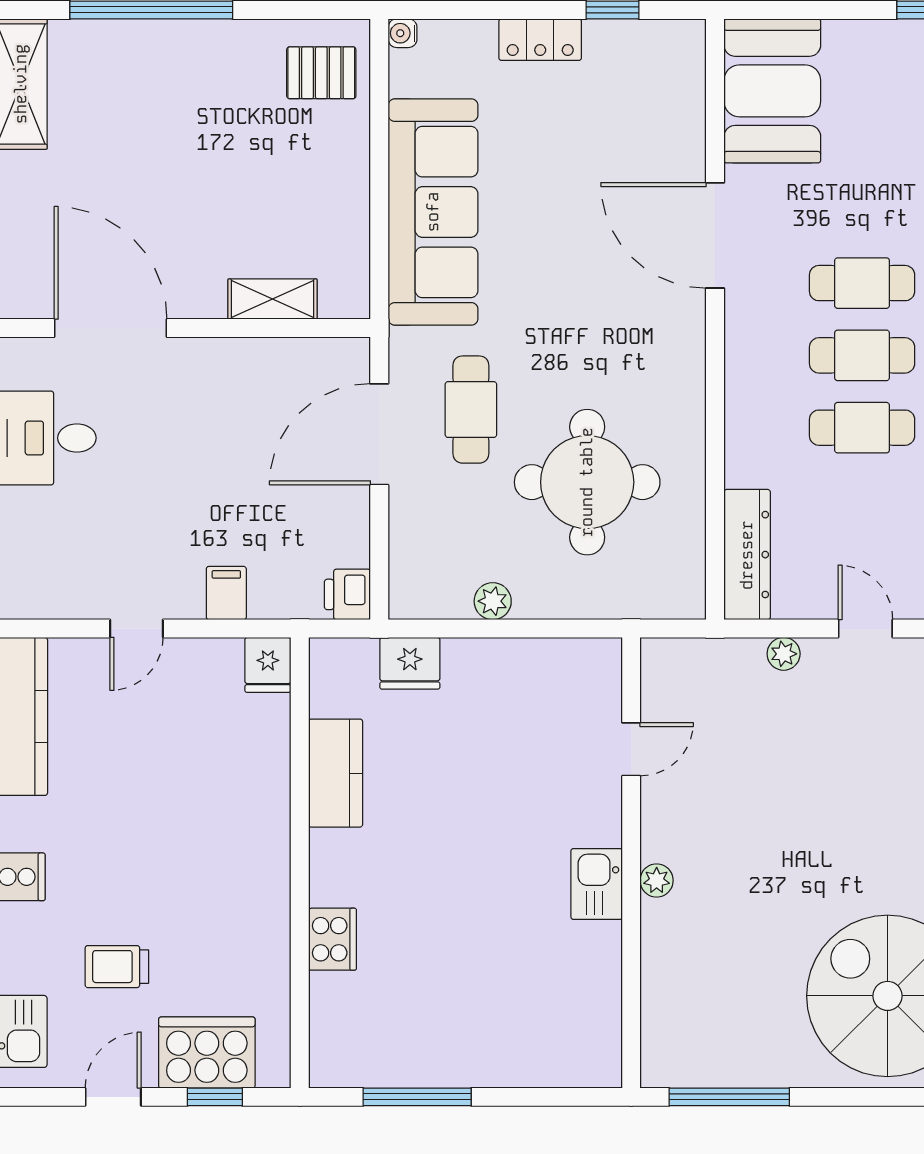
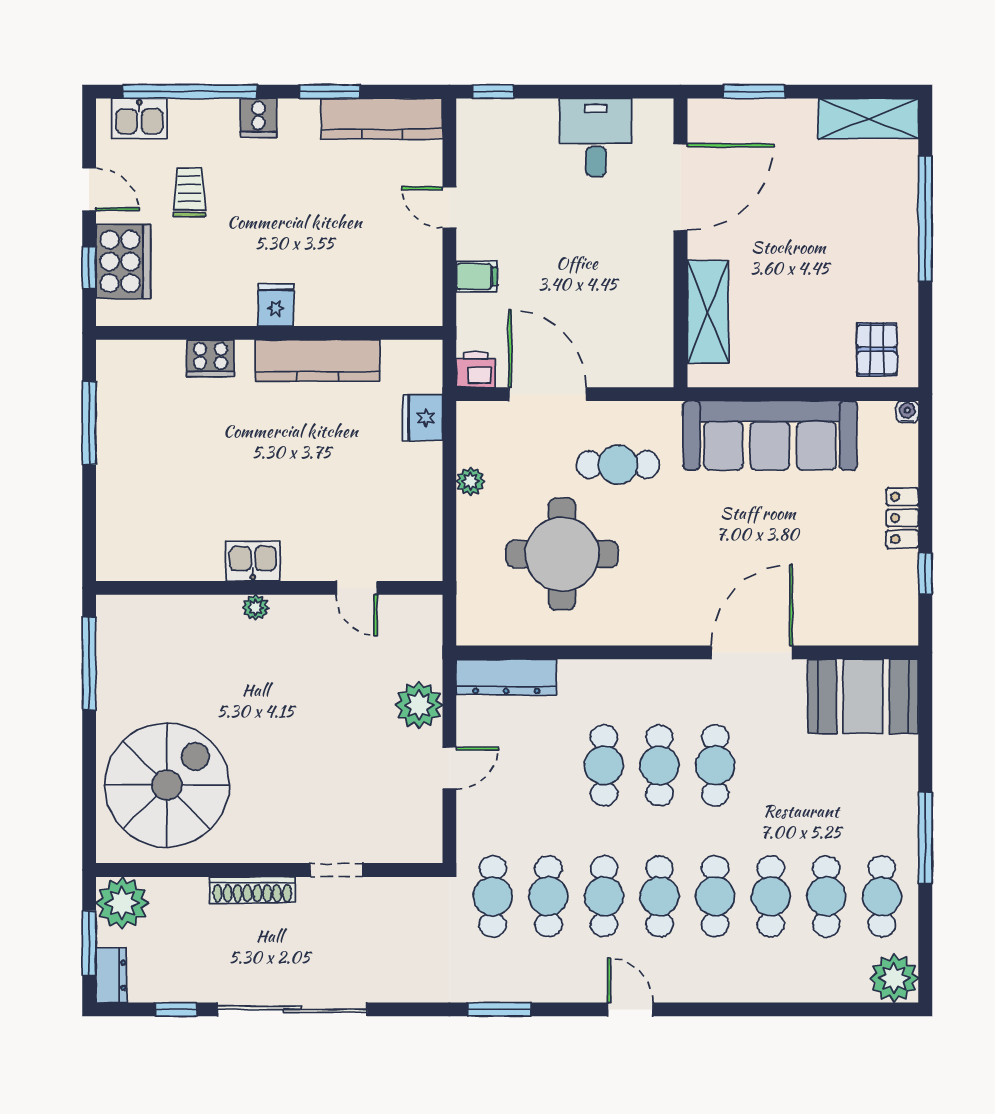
shelving: (272, 299) -> (708, 312), width x1.50, depth x1.33
door: (379, 434) -> (548, 394), moved
plant: (784, 654) -> (419, 705), width x1.88, depth x1.88
fridge: (268, 665) -> (276, 305), moved, turned 90
kitchen counter: (336, 773) -> (317, 361), width x1.50

